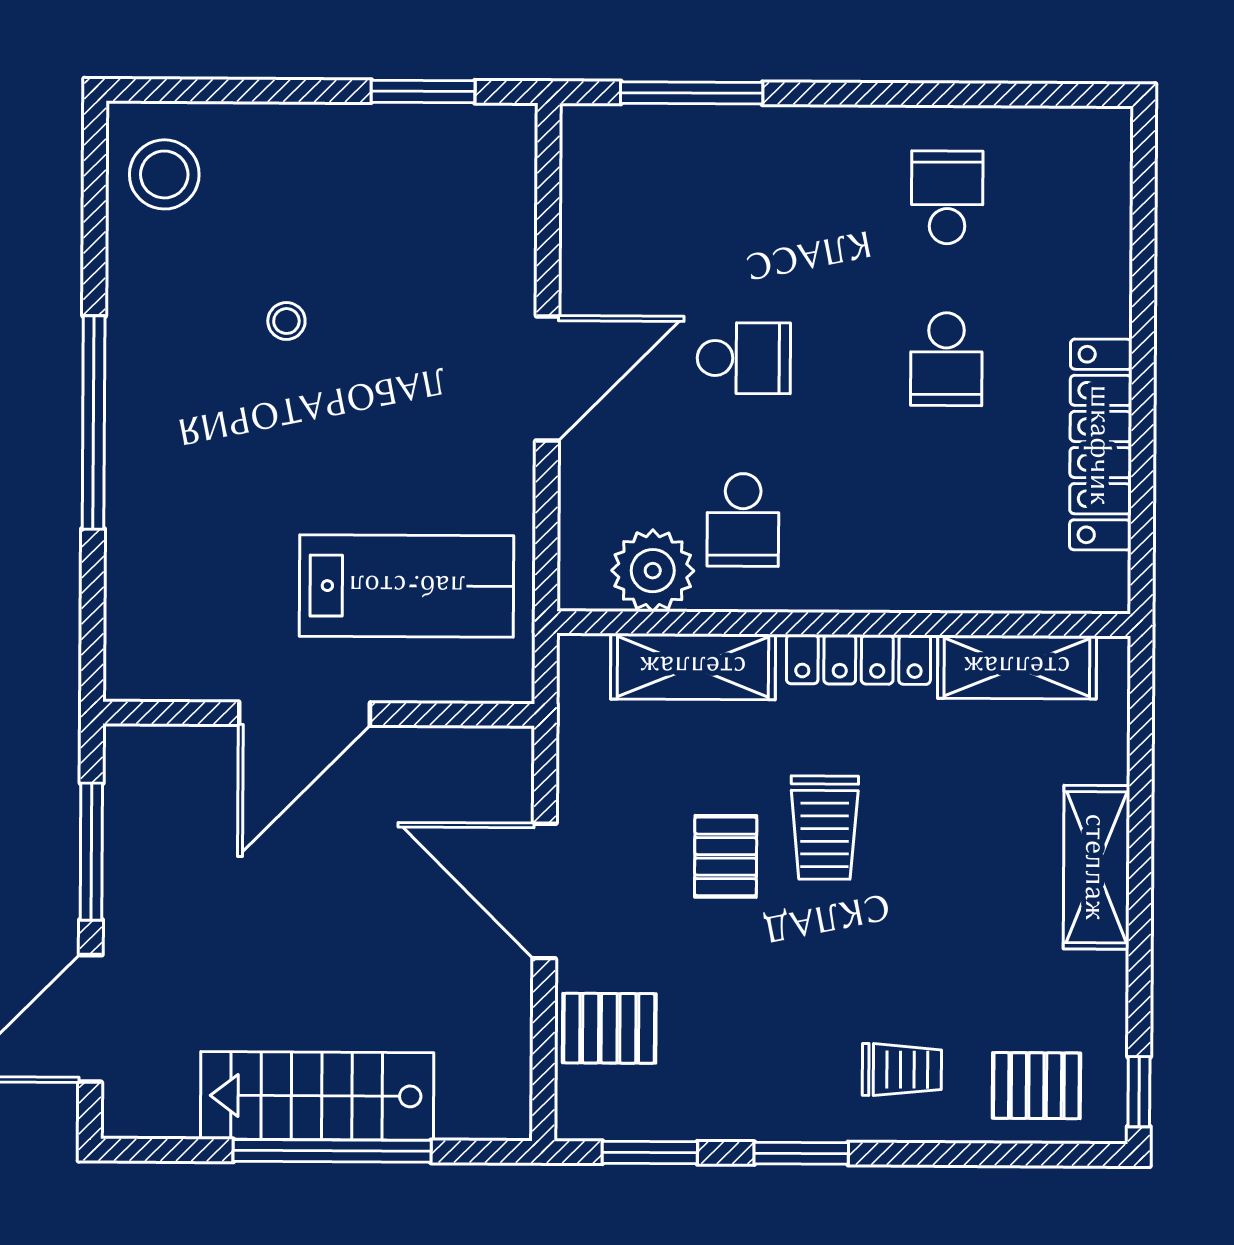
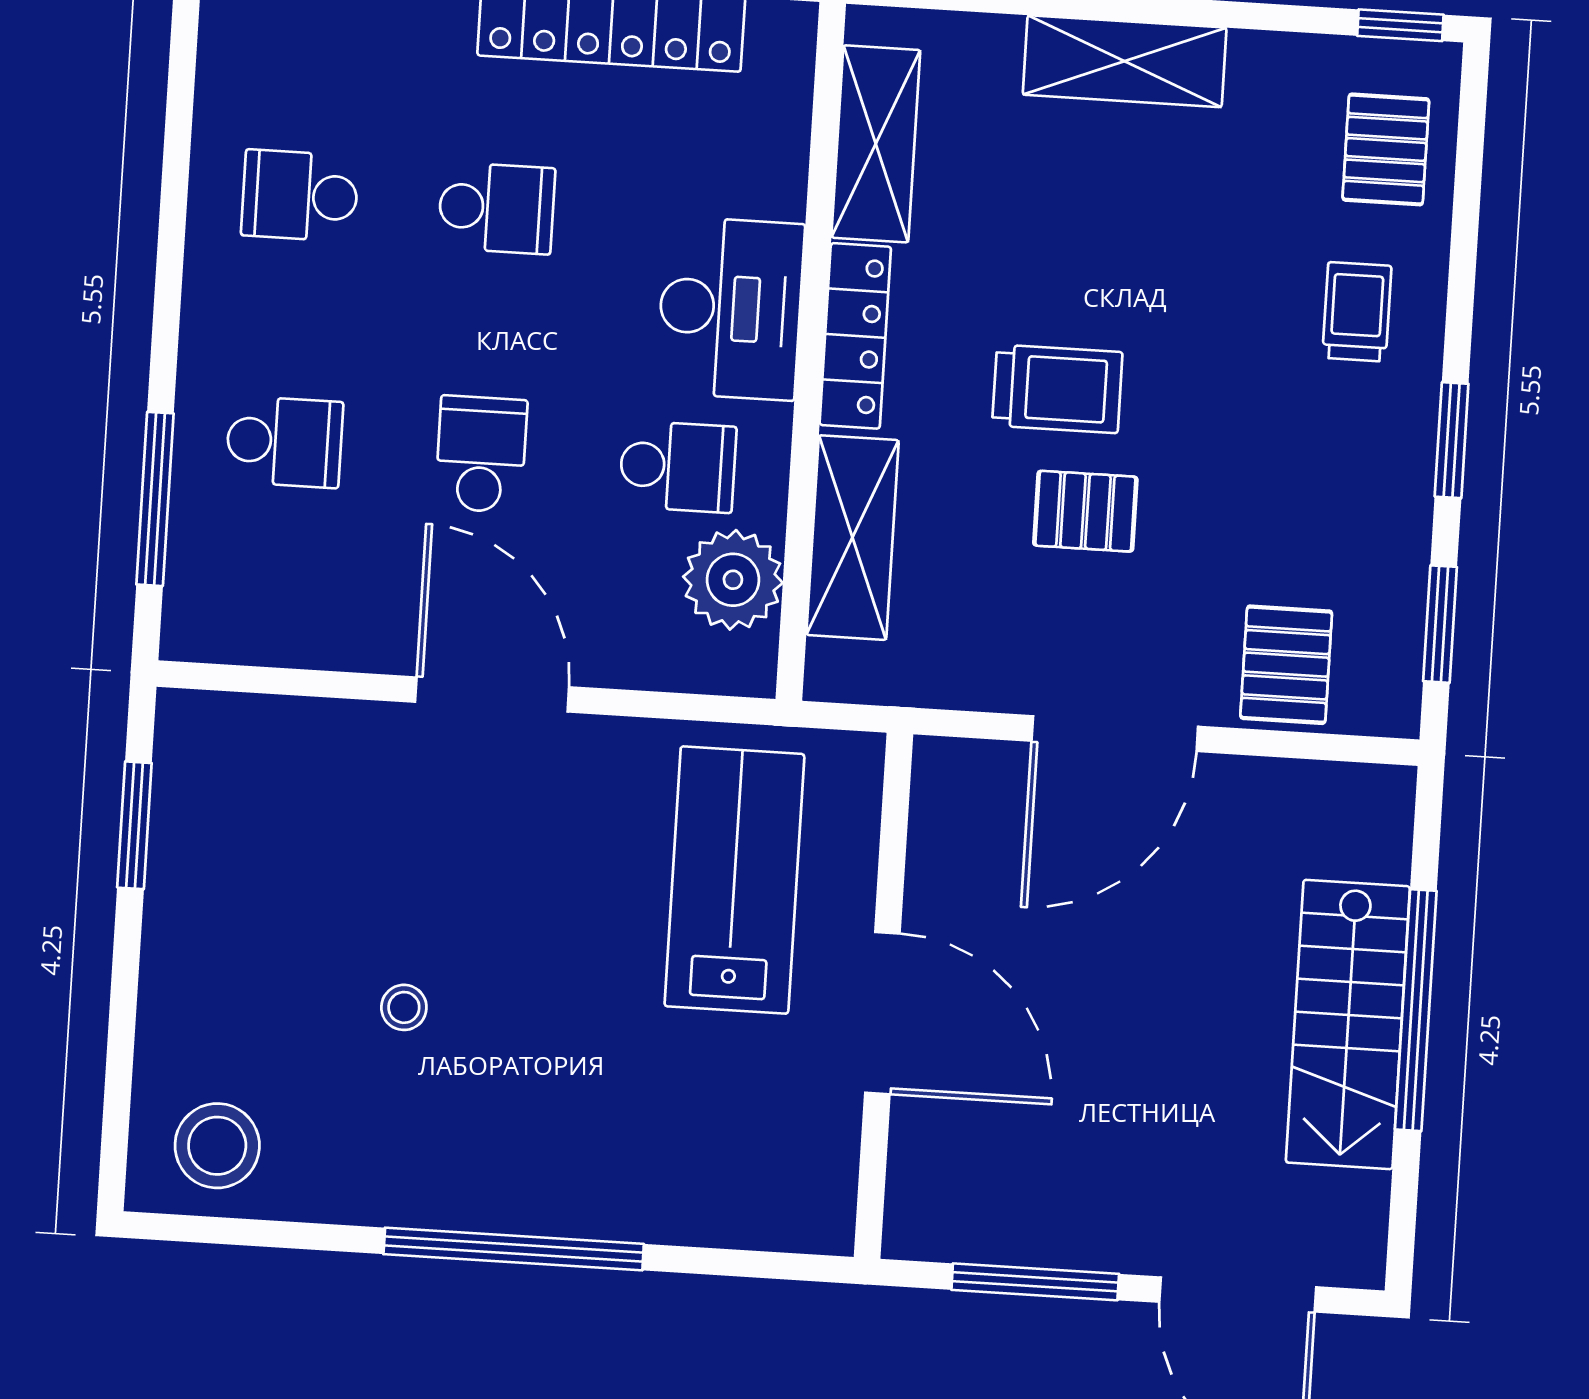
school desk: (745, 196) -> (284, 442), added
desk: (875, 556) -> (730, 308), added

